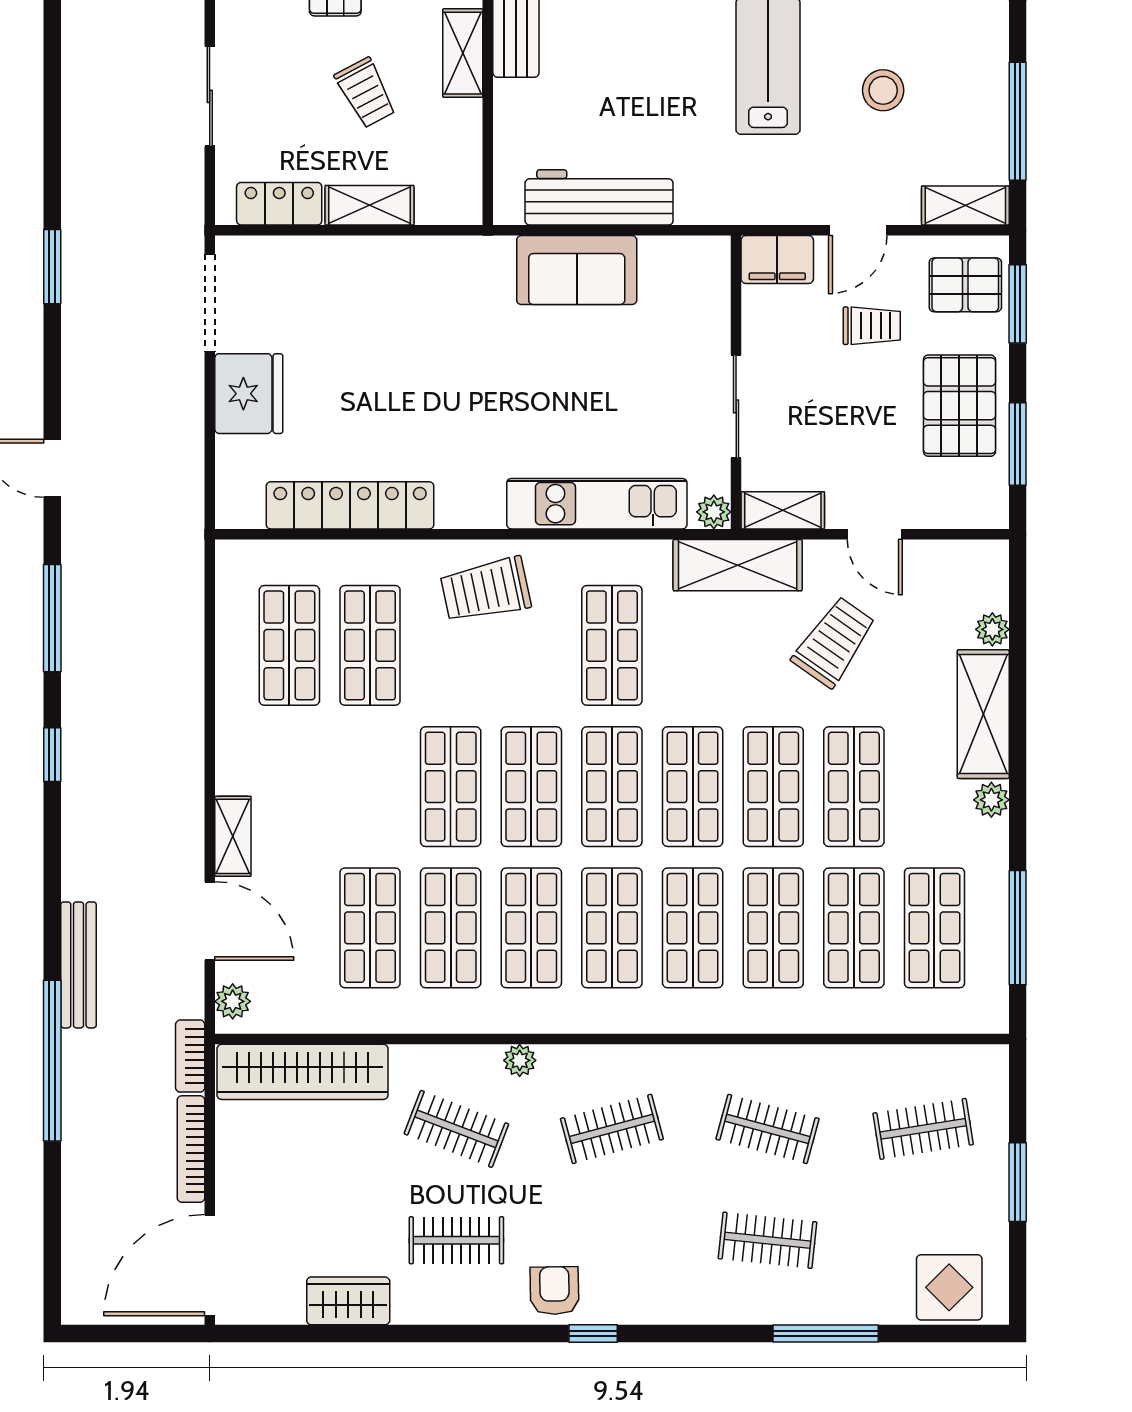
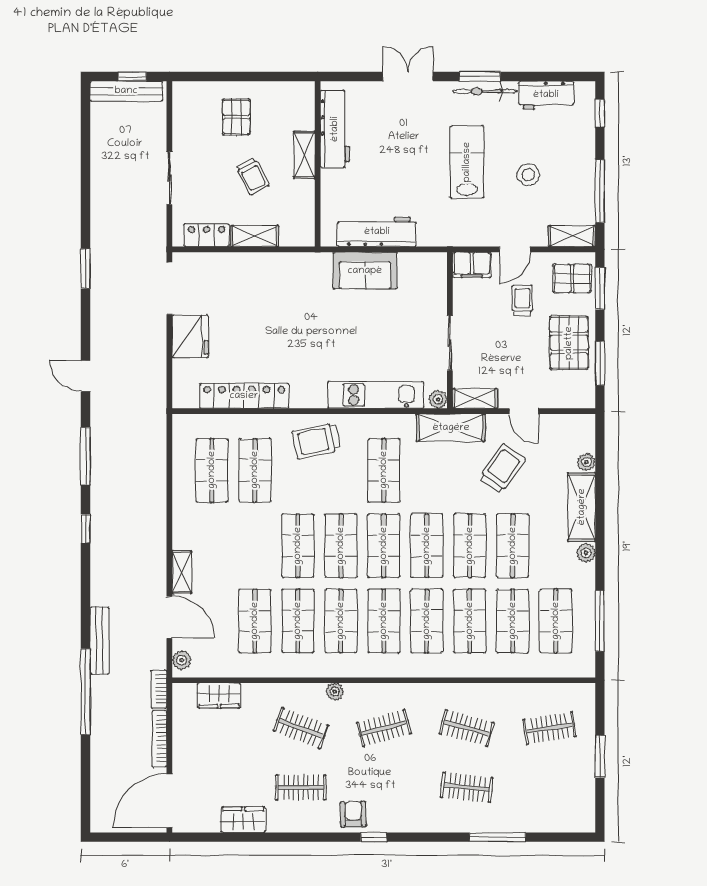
trolley: (872, 326) -> (522, 300), turned -90
wardrobe: (303, 1072) -> (219, 696), width x0.48, depth x0.85
display table: (949, 1287) -> (563, 813), removed

